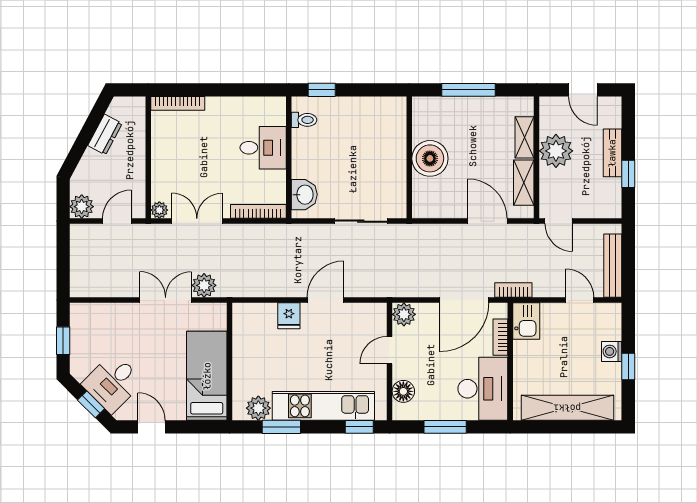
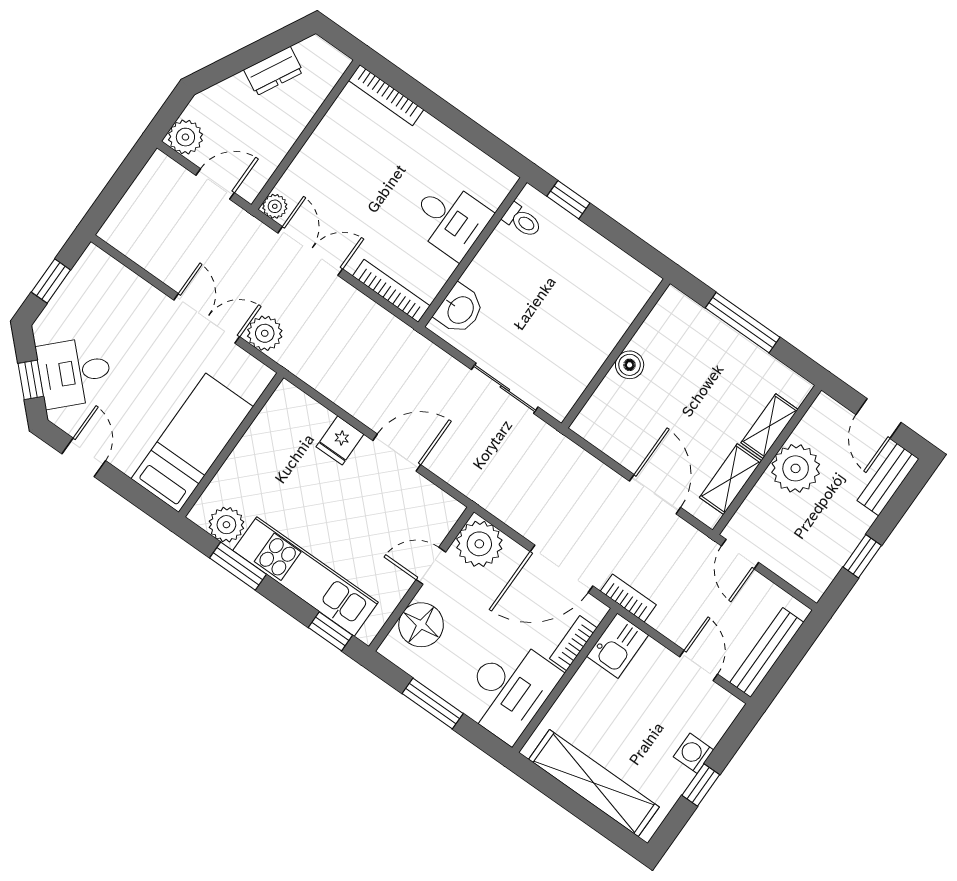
bench: (612, 153) -> (888, 480), moved
boiler: (430, 158) -> (630, 365), width x0.54, depth x0.54
plant: (404, 314) -> (479, 544), width x1.36, depth x1.36
floor lamp: (403, 391) -> (421, 625), width x1.38, depth x1.38

